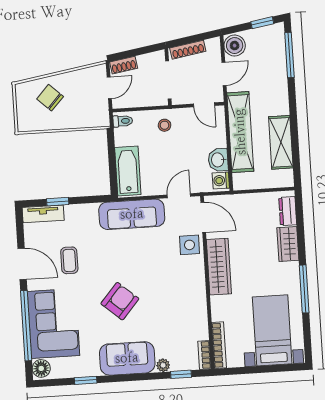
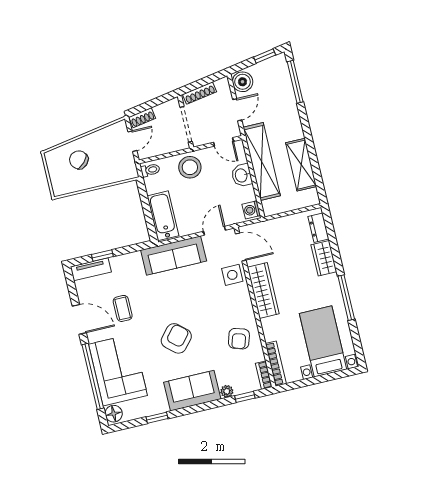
stool: (165, 125) -> (190, 167), width x1.89, depth x1.89
washbasin: (218, 160) -> (242, 175), moved
armchair: (185, 313) -> (239, 339), added

